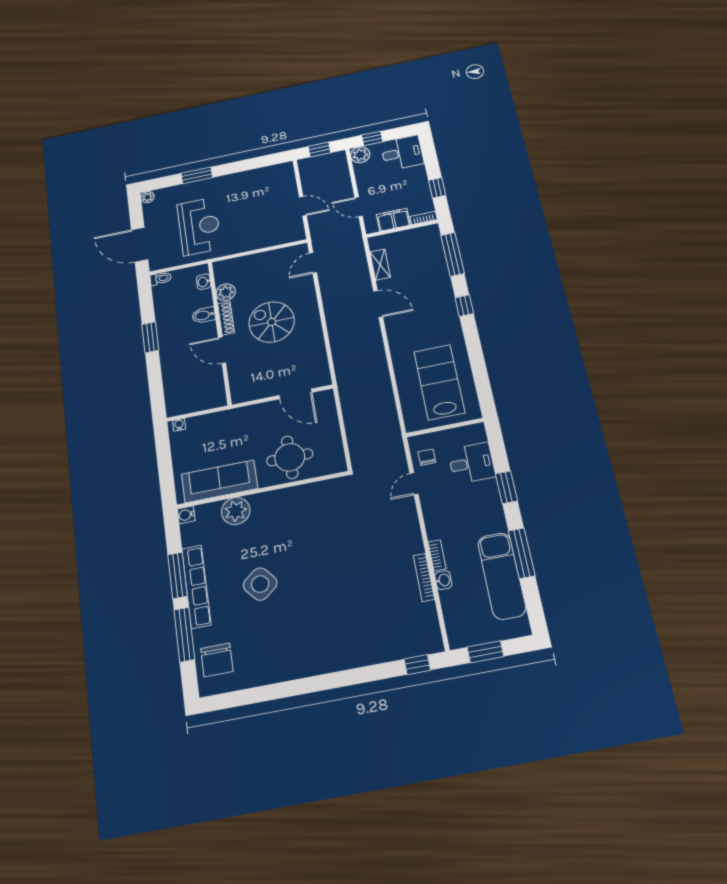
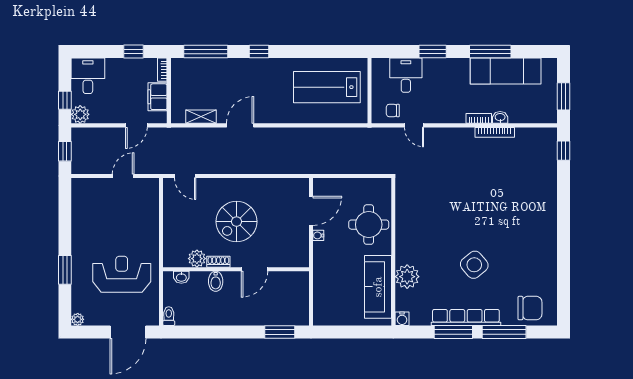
shoe rack: (226, 318) -> (218, 262), width x0.70
window: (150, 337) -> (280, 332), moved
water cooler: (179, 425) -> (318, 235), moved

